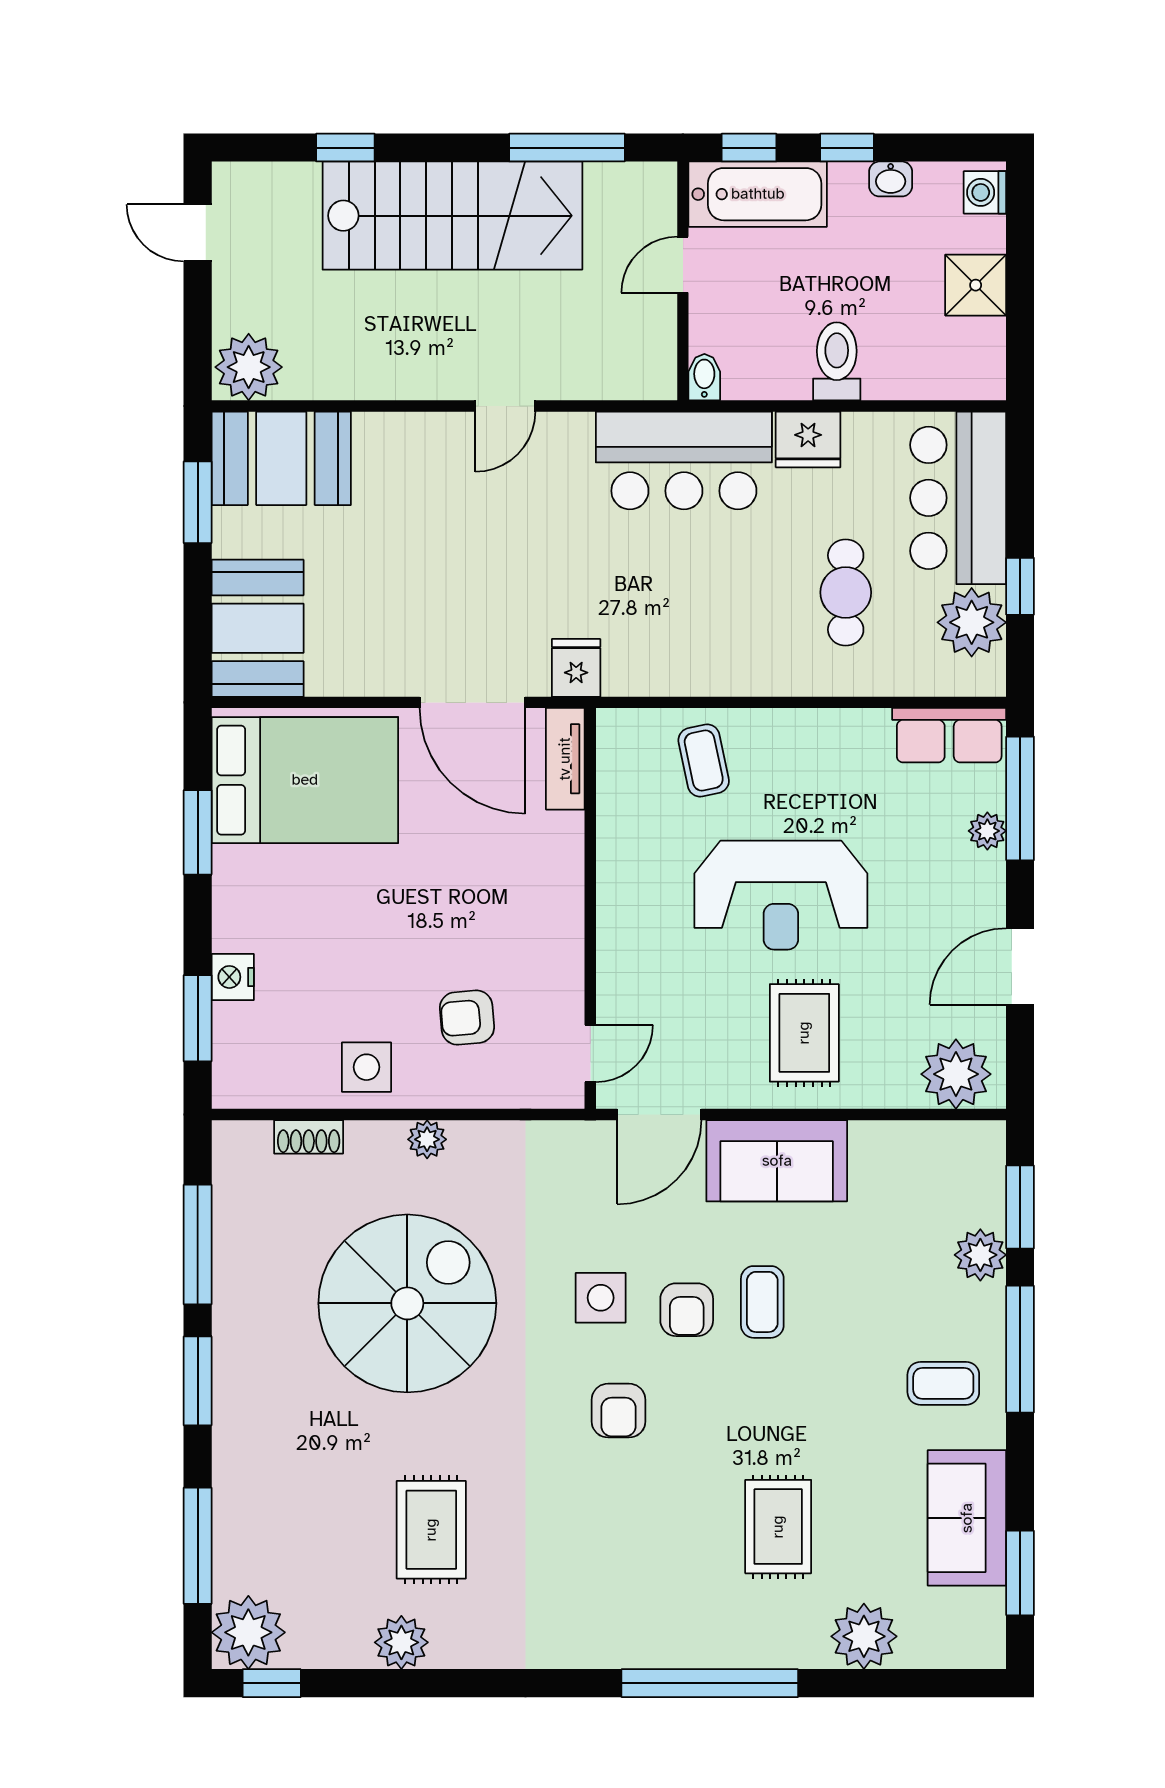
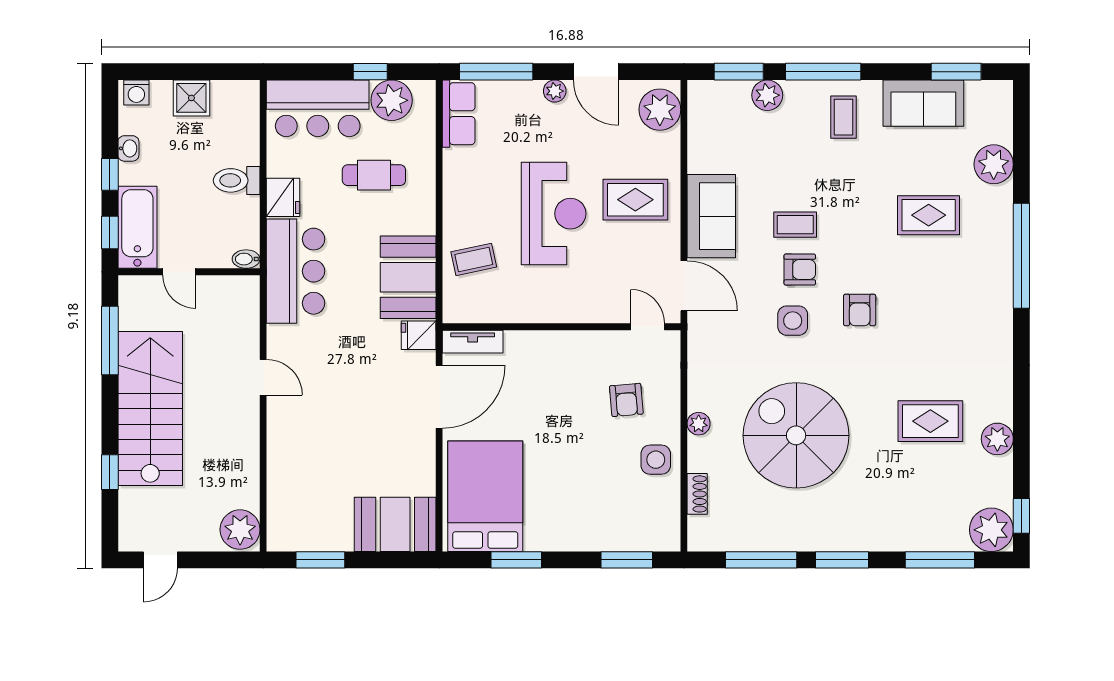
booth: (281, 458) -> (408, 277), moved
plant: (987, 831) -> (555, 91), moved
nightstand: (233, 977) -> (602, 539), removed
armchair: (619, 1411) -> (860, 310), turned 90

